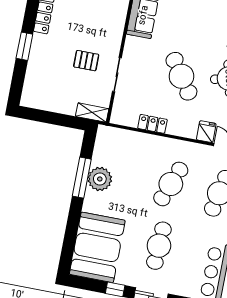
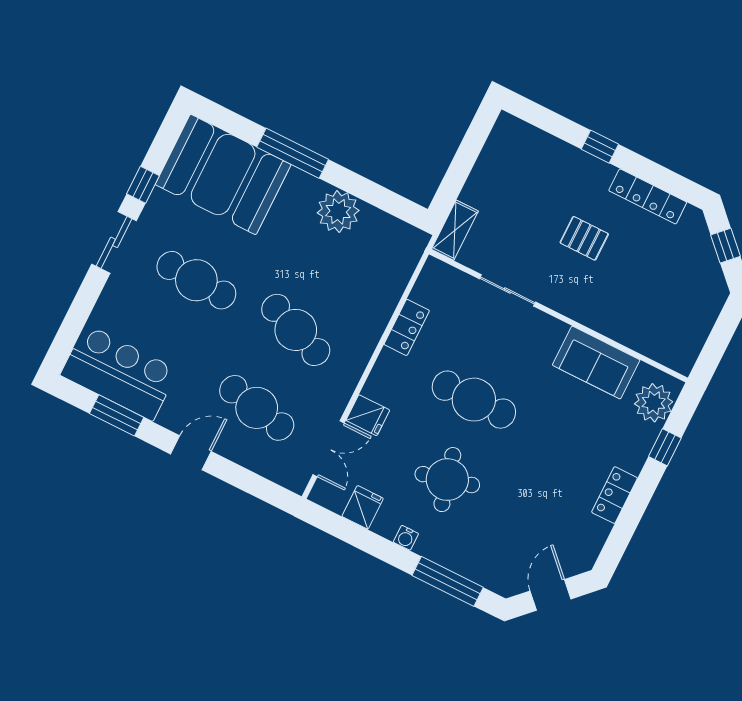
window: (24, 46) -> (600, 147), width x0.67
pallet: (86, 61) -> (584, 238), moved, turned 90
cafe table: (181, 76) -> (474, 400), turned 34
window: (82, 178) -> (293, 153), moved

